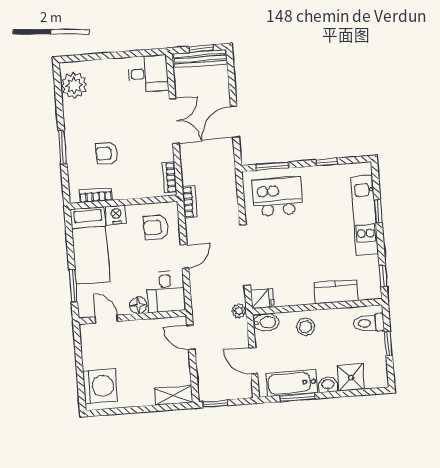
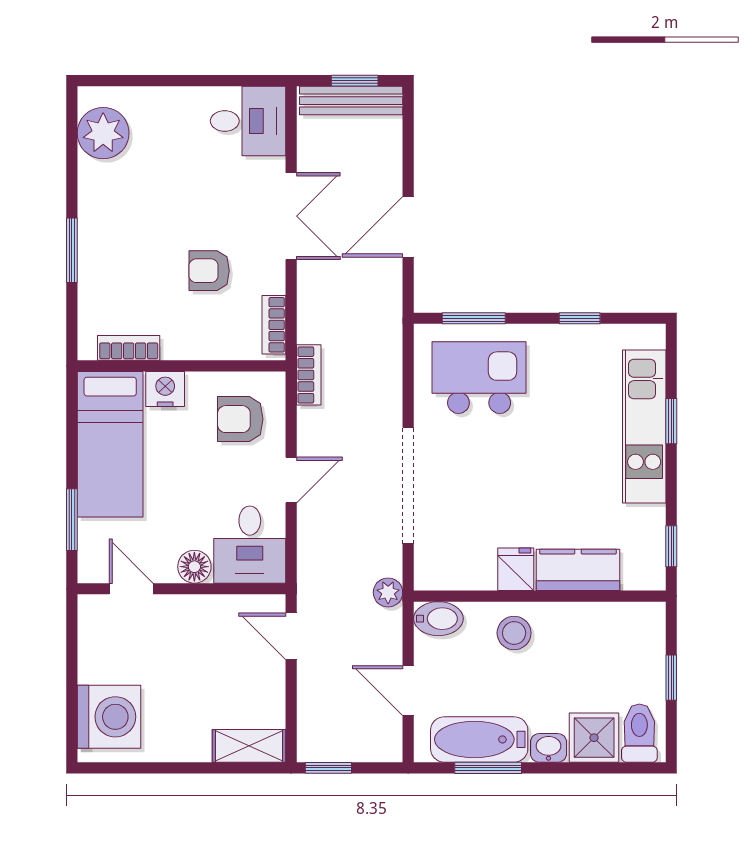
armchair: (107, 153) -> (209, 271), moved
fridge: (262, 298) -> (516, 569), moved, turned -90
toilet: (369, 323) -> (639, 733), moved, turned 90

